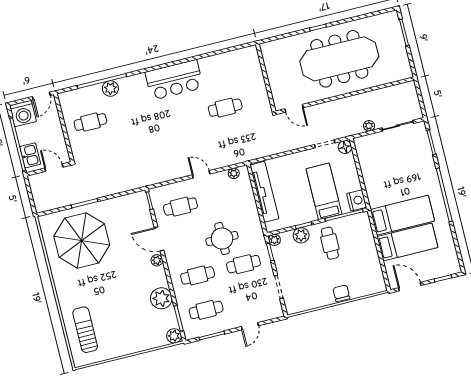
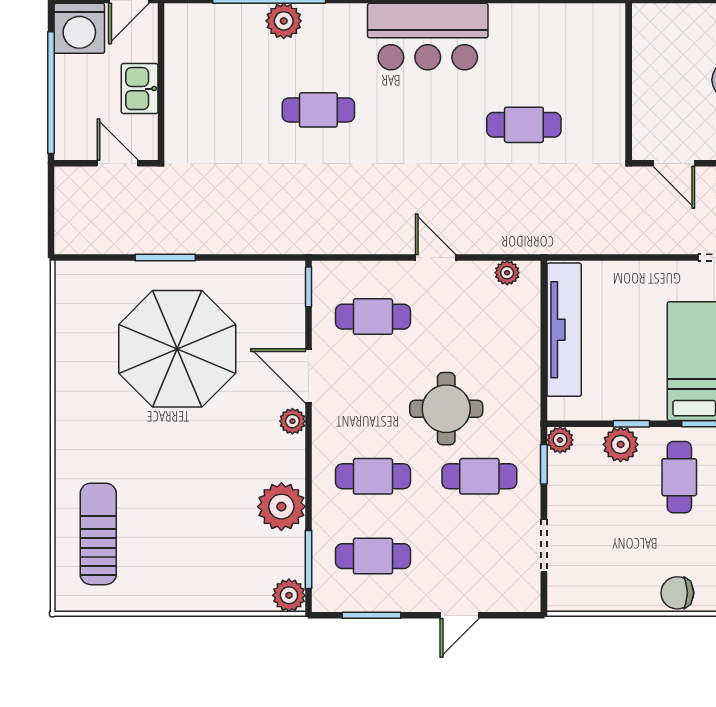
cafe table: (90, 122) -> (318, 110), moved
kitchen sink: (30, 155) -> (140, 89), moved, turned 180
parasol: (82, 241) -> (177, 349), moved
chair: (341, 293) -> (677, 593), turned -90

